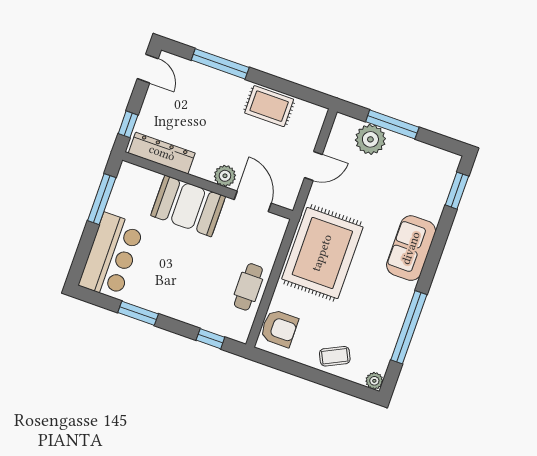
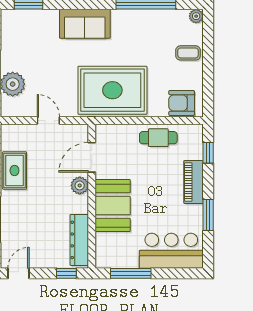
piano: (182, 310) -> (193, 182), added
armchair: (279, 328) -> (182, 103), turned -90
coffee table: (335, 356) -> (188, 53), turned -64

